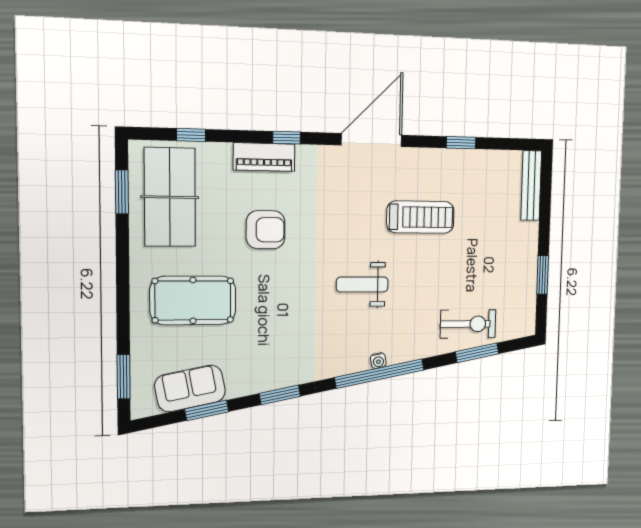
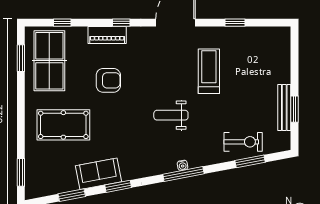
bench: (531, 186) -> (284, 107), moved
treadmill: (420, 217) -> (209, 71), turned -90
window: (379, 374) -> (183, 174), width x0.68
sofa: (190, 388) -> (98, 174), moved

